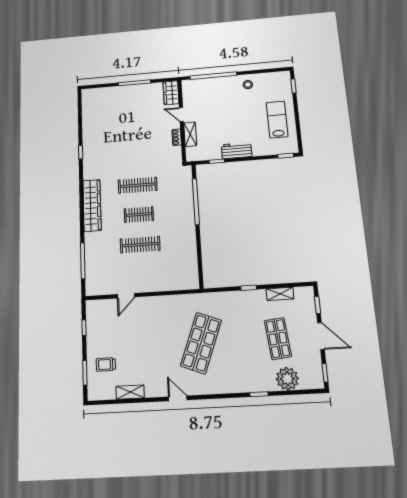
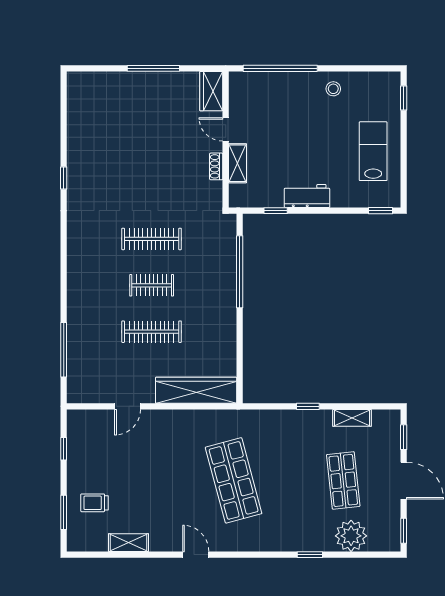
wardrobe: (92, 205) -> (196, 390), moved, turned -90
shop shelf: (201, 343) -> (234, 480), turned -36

